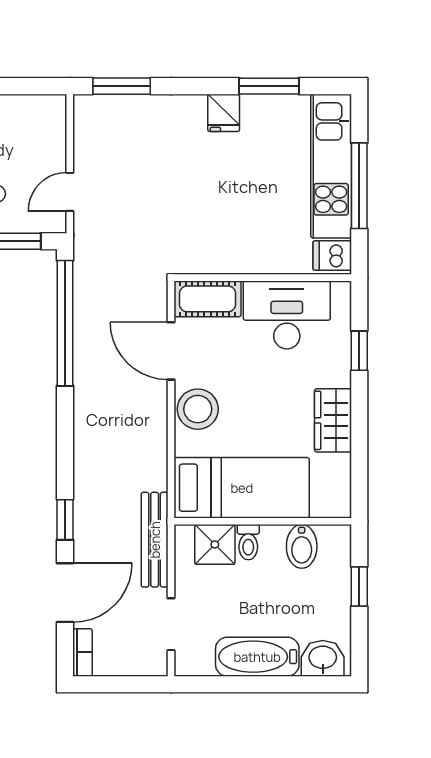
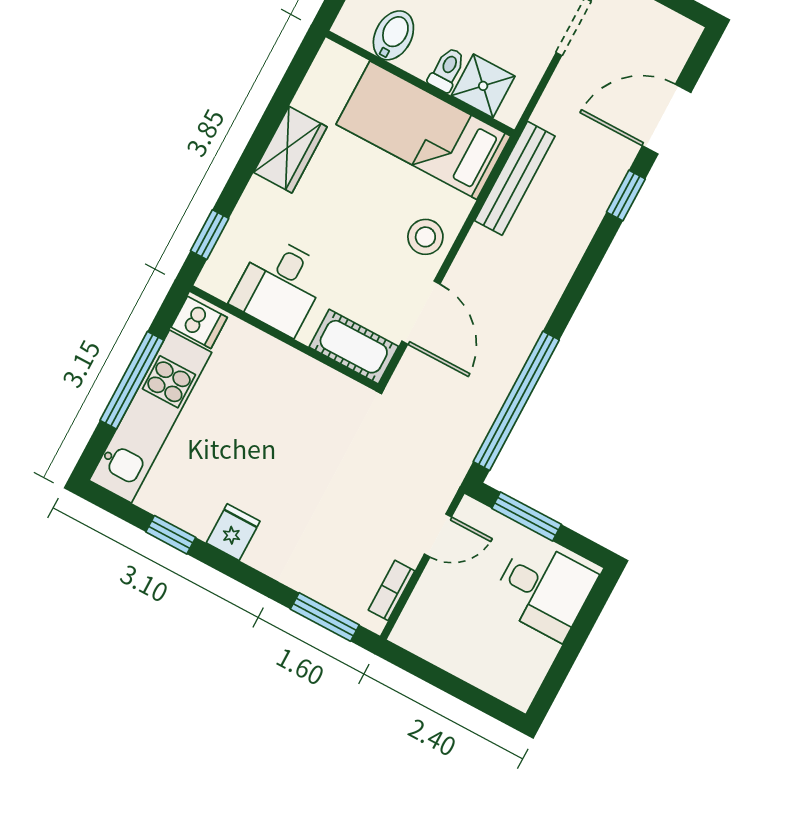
window: (269, 86) -> (171, 535), width x0.67
desk: (287, 315) -> (280, 286), width x0.73
window: (359, 351) -> (210, 235), moved
stool: (198, 409) -> (425, 237), width x0.73, depth x0.73
bench: (155, 540) -> (515, 178), moved
bookcase: (83, 652) -> (391, 590), moved

